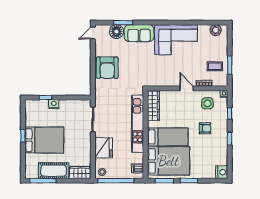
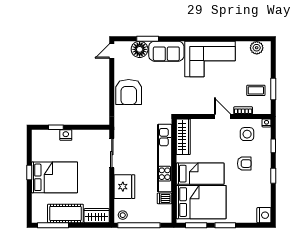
dishwasher: (137, 168) -> (164, 198), moved

